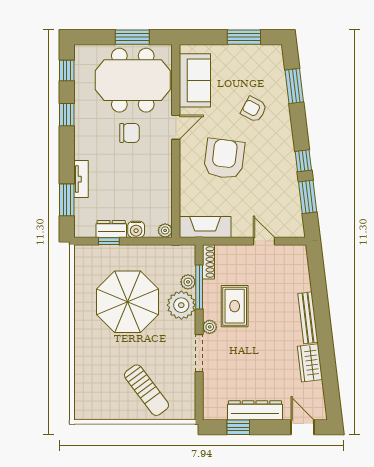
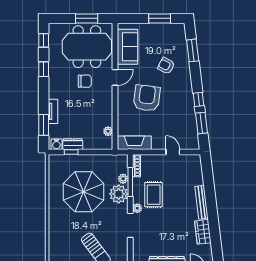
water cooler: (136, 229) -> (56, 144), moved
plant: (165, 230) -> (108, 131), moved

